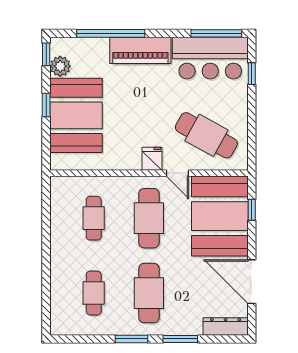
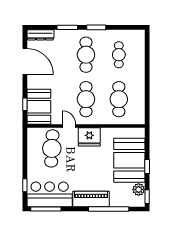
cafe table: (206, 135) -> (52, 148), turned 64
fridge: (152, 159) -> (89, 137), width x1.88, depth x1.34
booth: (220, 216) -> (39, 107), width x0.73, depth x0.70
cafe table: (94, 218) -> (119, 99), width x1.37, depth x1.35

